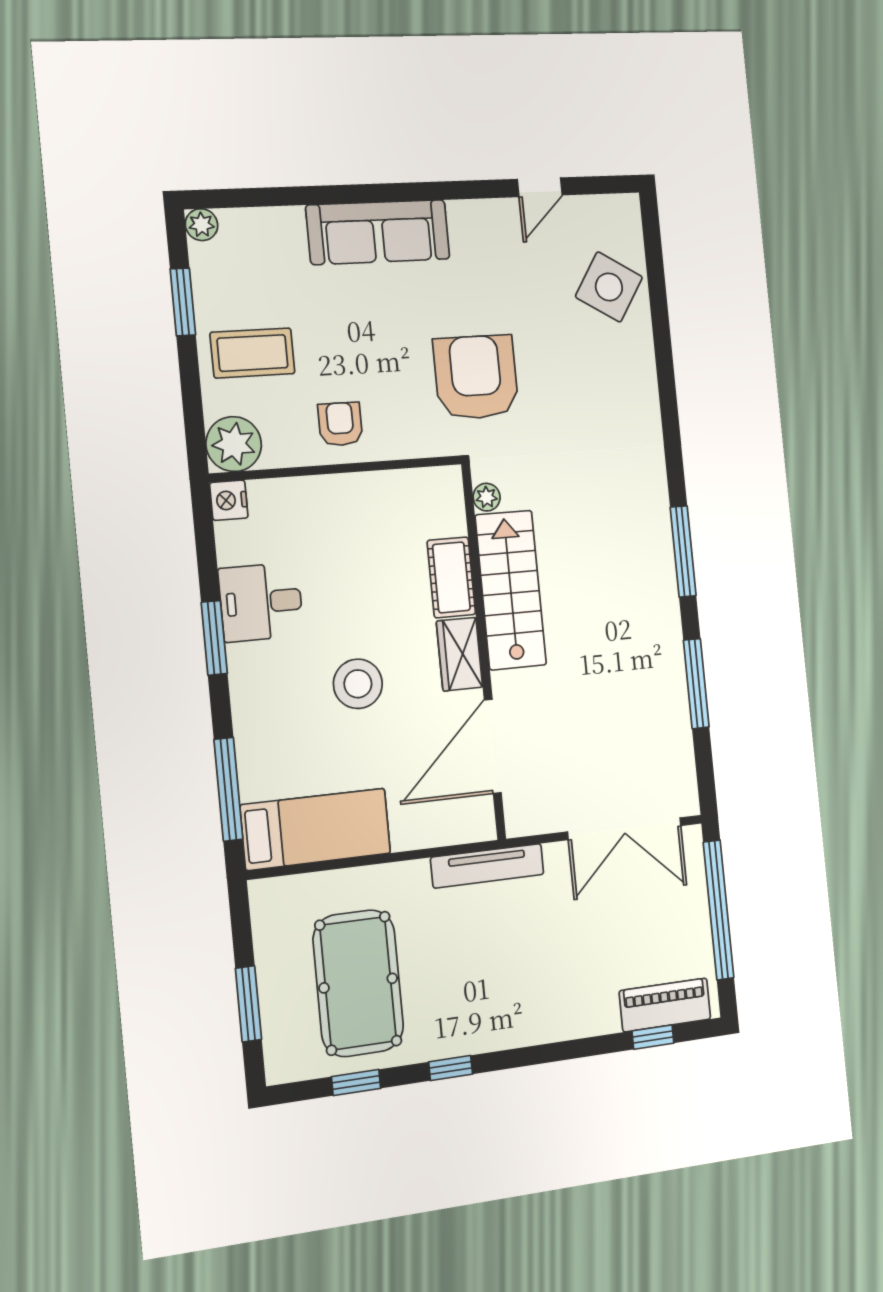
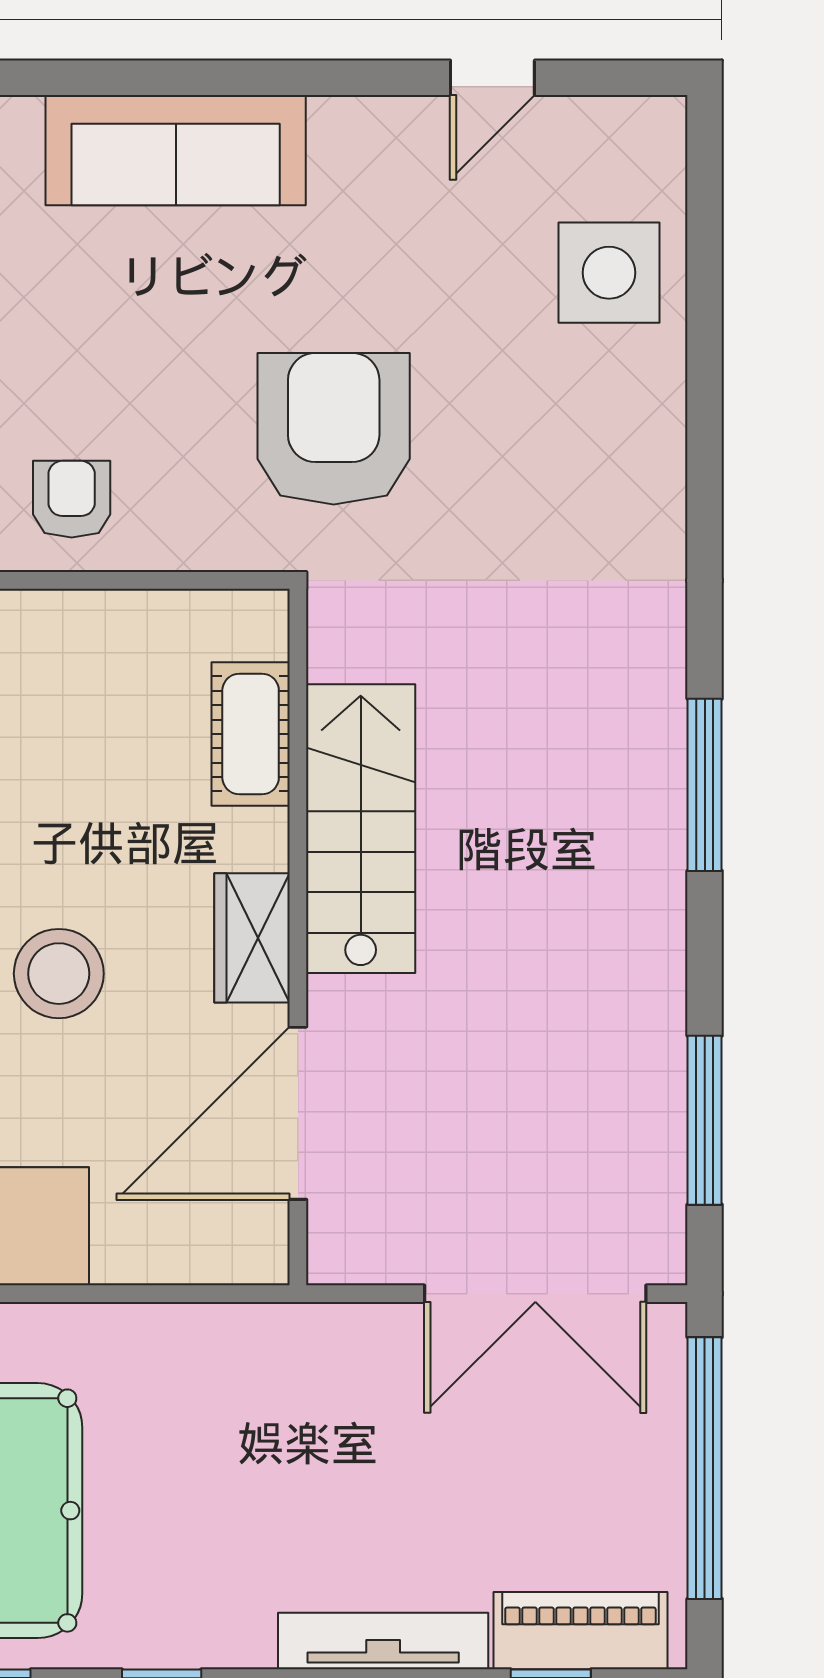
side table: (609, 287) -> (609, 273), turned -32
plant: (487, 497) -> (332, 653), removed
cot: (451, 577) -> (251, 734), moved
window: (696, 684) -> (705, 1120), moved
tv unit: (487, 866) -> (383, 1641), moved, turned 180

